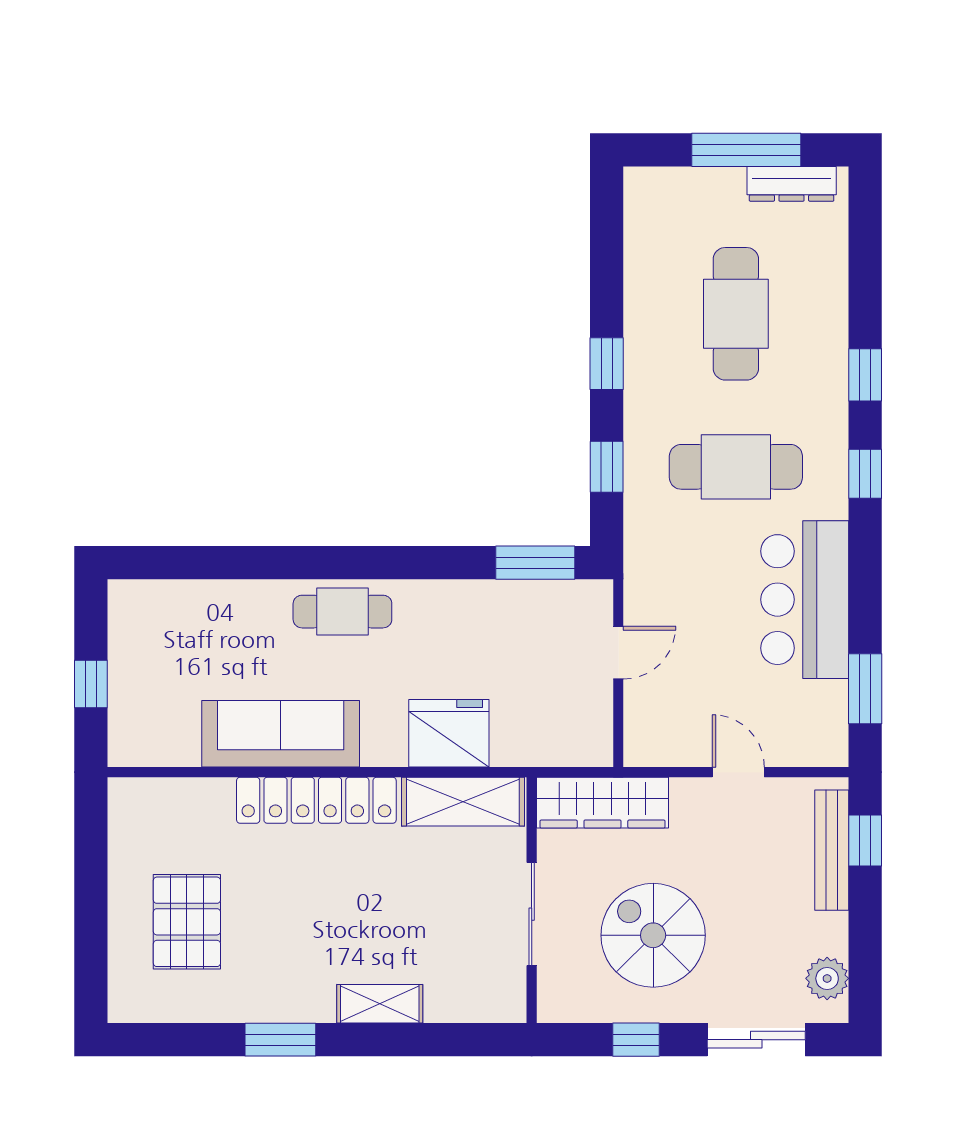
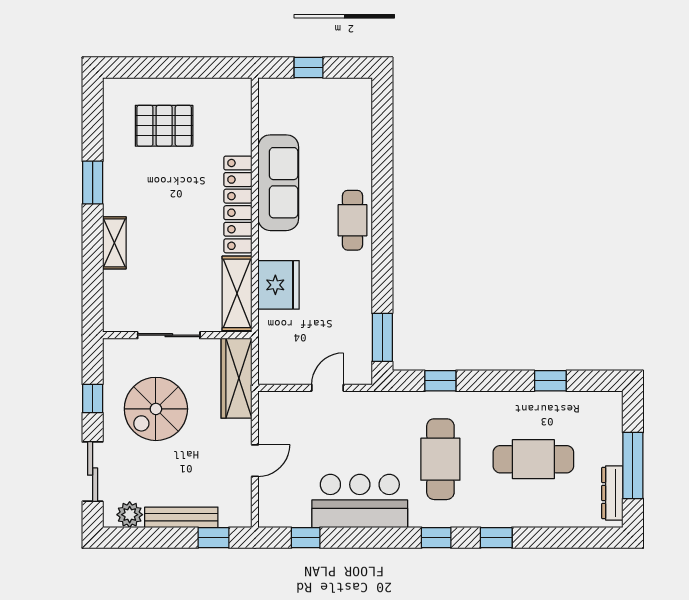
window: (607, 364) -> (550, 381), moved
door: (618, 653) -> (328, 388), swing flipped
window: (865, 689) -> (306, 538), width x0.67
bench: (832, 850) -> (181, 517), moved
spiral stairs: (653, 935) -> (156, 409), turned 180

